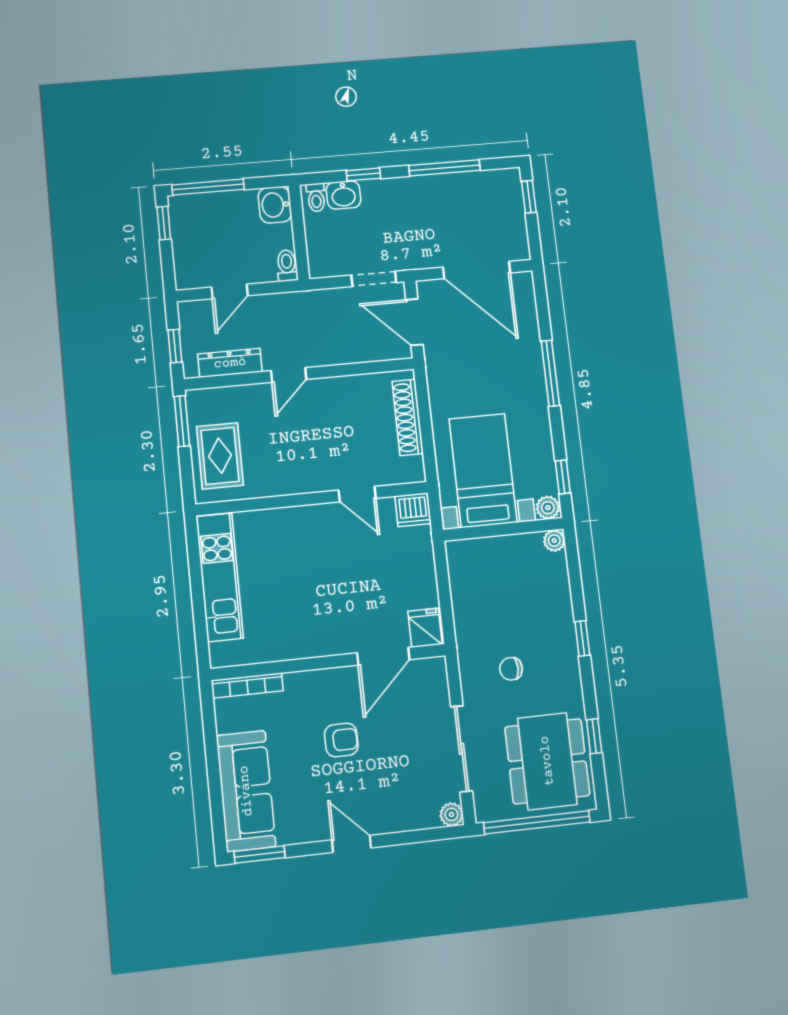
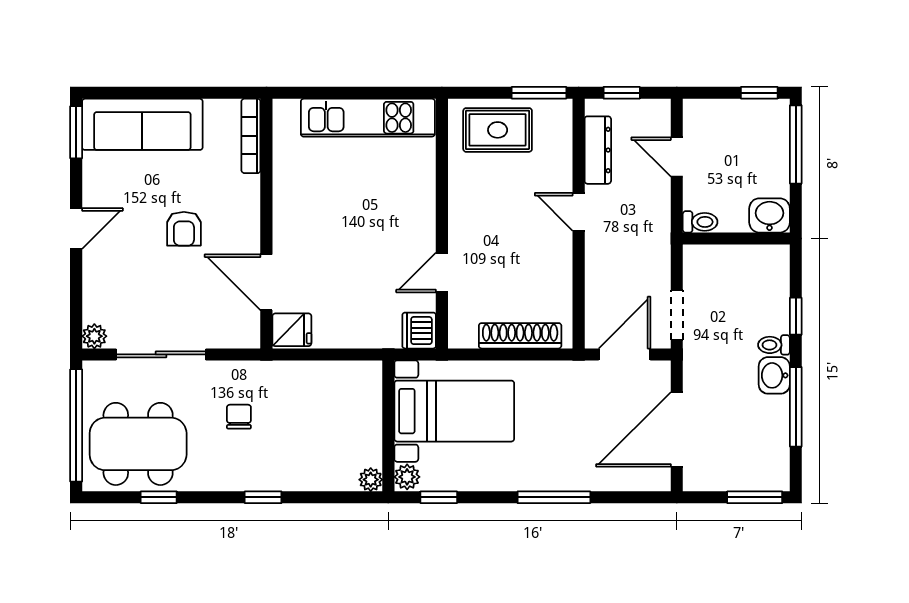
washbasin: (343, 195) -> (774, 375), moved
window: (529, 197) -> (755, 497), width x1.50
toilet: (316, 198) -> (774, 345), moved

